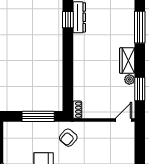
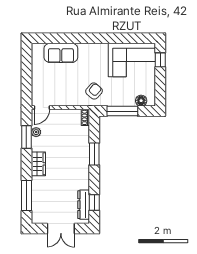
window: (68, 71) -> (94, 154), added
plant: (129, 79) -> (36, 132), moved
floor lamp: (18, 127) -> (141, 101), added

